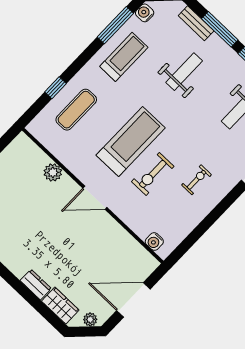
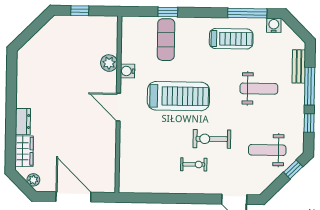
exercise mat: (76, 110) -> (166, 40), turned 90
exercise bike: (153, 174) -> (212, 139), moved
water cooler: (154, 242) -> (127, 71), moved

